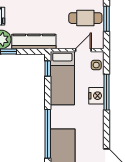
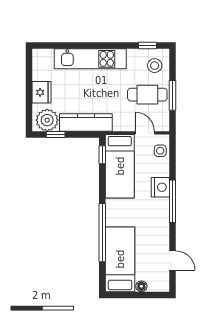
door: (83, 50) -> (145, 133), hinge flipped
window: (106, 92) -> (172, 201), moved

